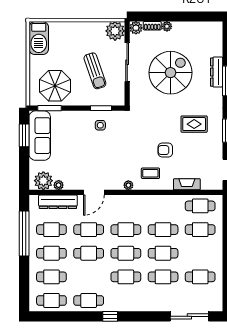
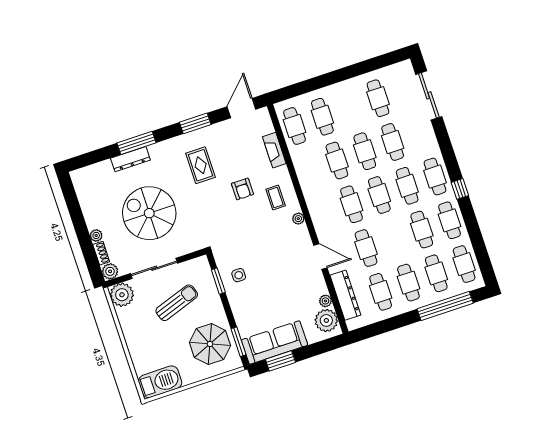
window: (24, 234) -> (445, 306), moved
cafe table: (89, 253) -> (422, 230), moved
cafe table: (126, 300) -> (435, 177), added

